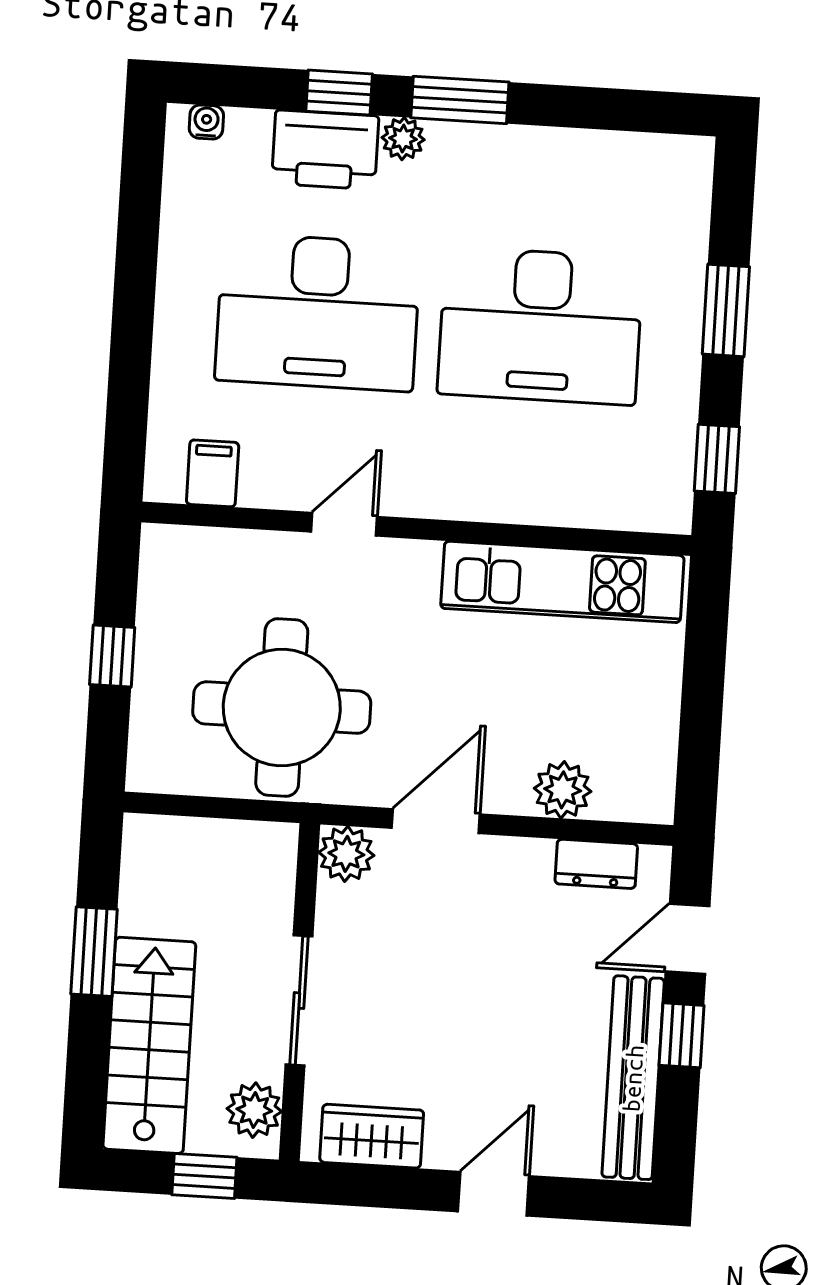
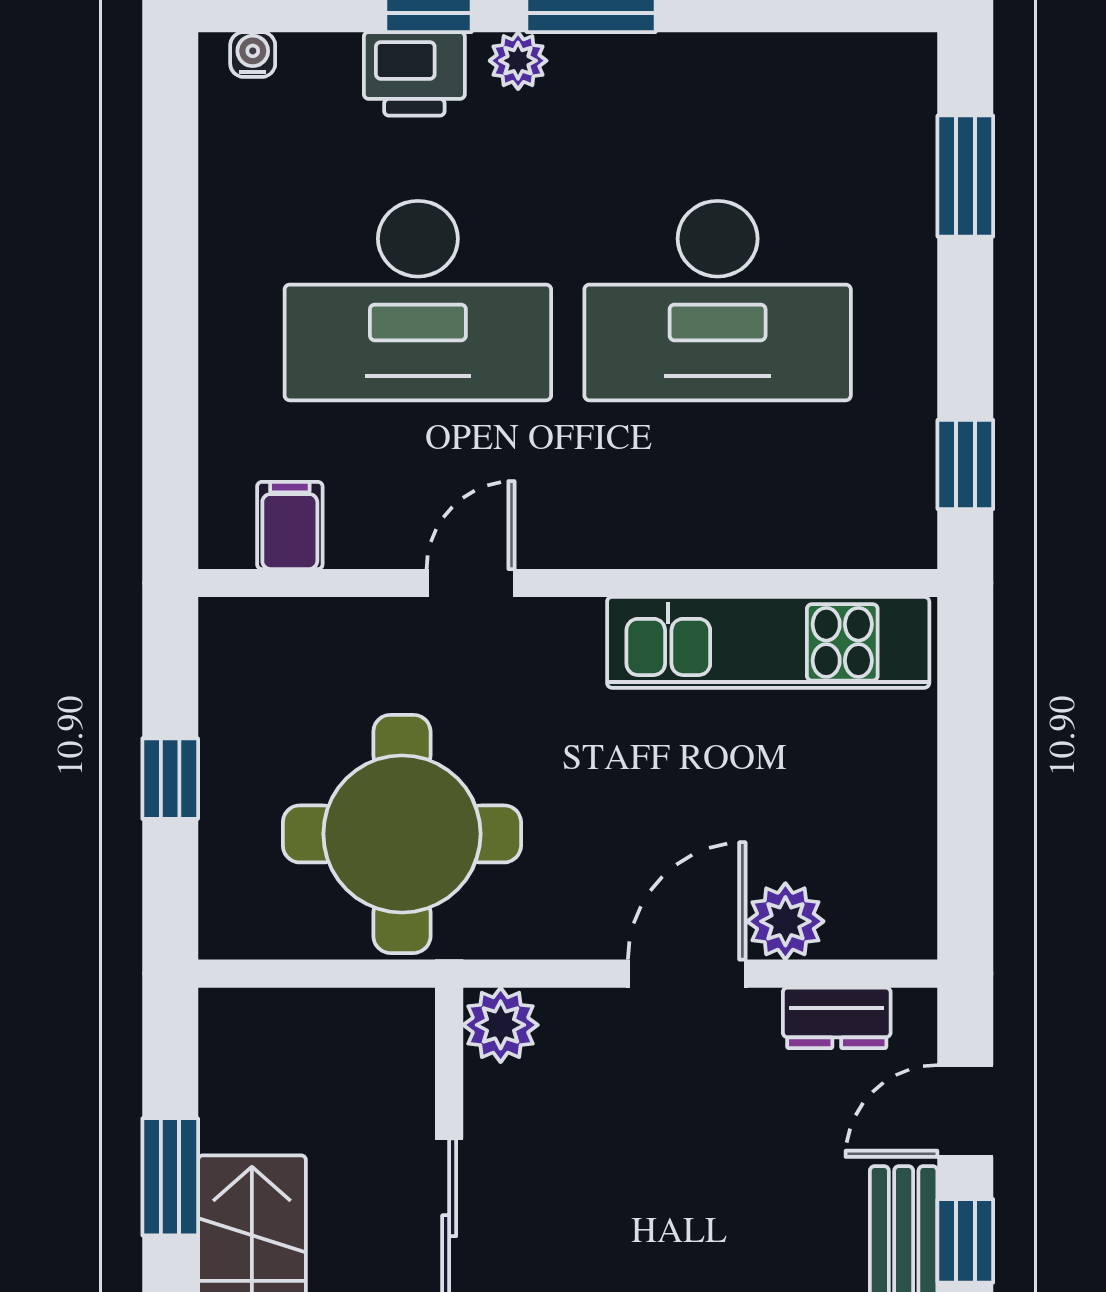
printer: (325, 150) -> (414, 74), width x0.73, depth x0.84
window: (726, 310) -> (965, 176), moved
door: (436, 821) -> (687, 974), moved

